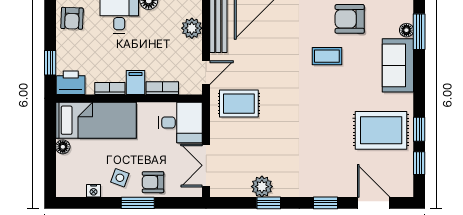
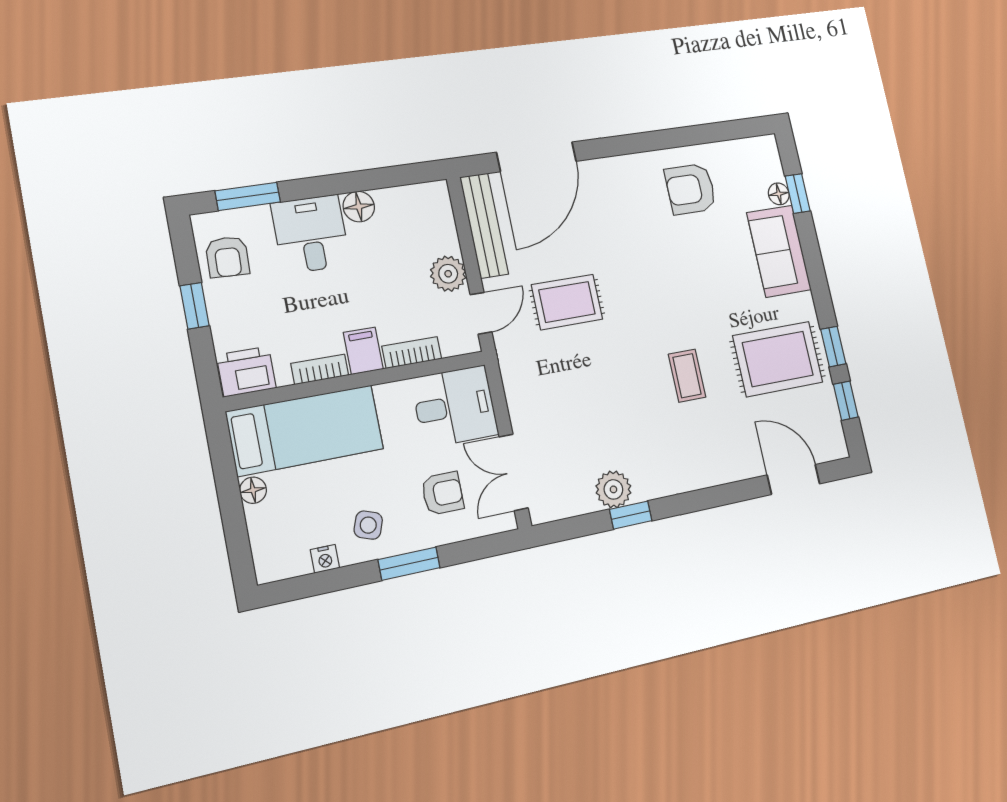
plant: (192, 28) -> (448, 274), moved
window: (419, 32) -> (798, 194), width x0.67
coffee table: (327, 56) -> (687, 376), moved, turned 90
window: (50, 63) -> (195, 306), moved
rug: (239, 104) -> (567, 302), moved
armchair: (153, 182) -> (442, 493), moved, turned 180
window: (325, 203) -> (720, 495), removed

